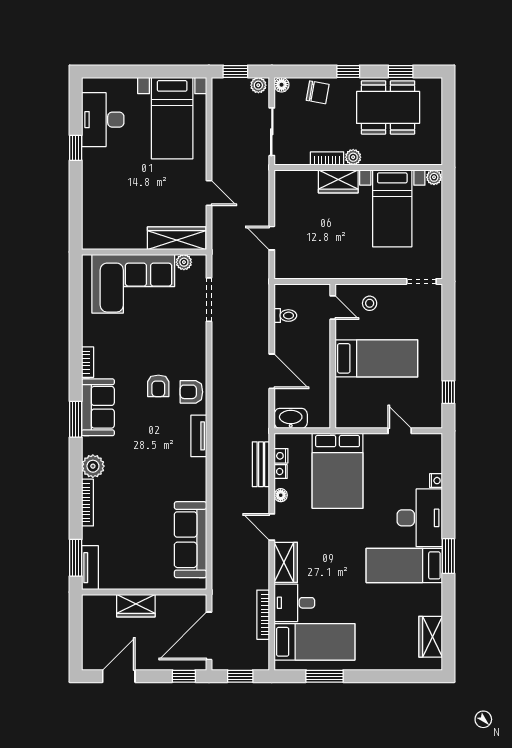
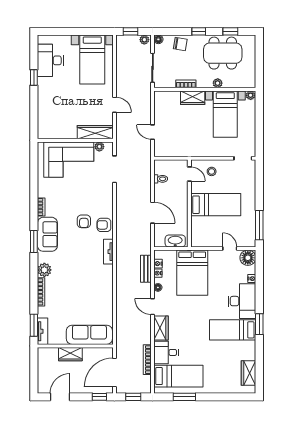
plant: (353, 157) -> (218, 83), moved
window: (448, 392) -> (259, 225), width x2.17
washbasin: (291, 418) -> (175, 241), moved
floor lamp: (430, 446) -> (248, 258), added
sofa: (190, 540) -> (89, 335), moved, turned 90

